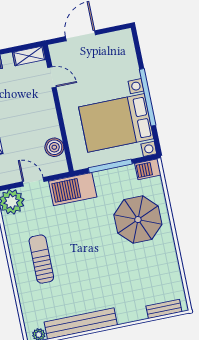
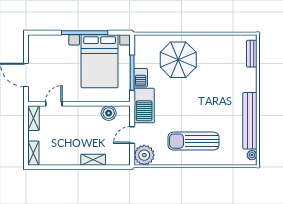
barbecue: (148, 169) -> (141, 78), moved
sun lounger: (41, 259) -> (194, 141), width x1.36, depth x1.34

